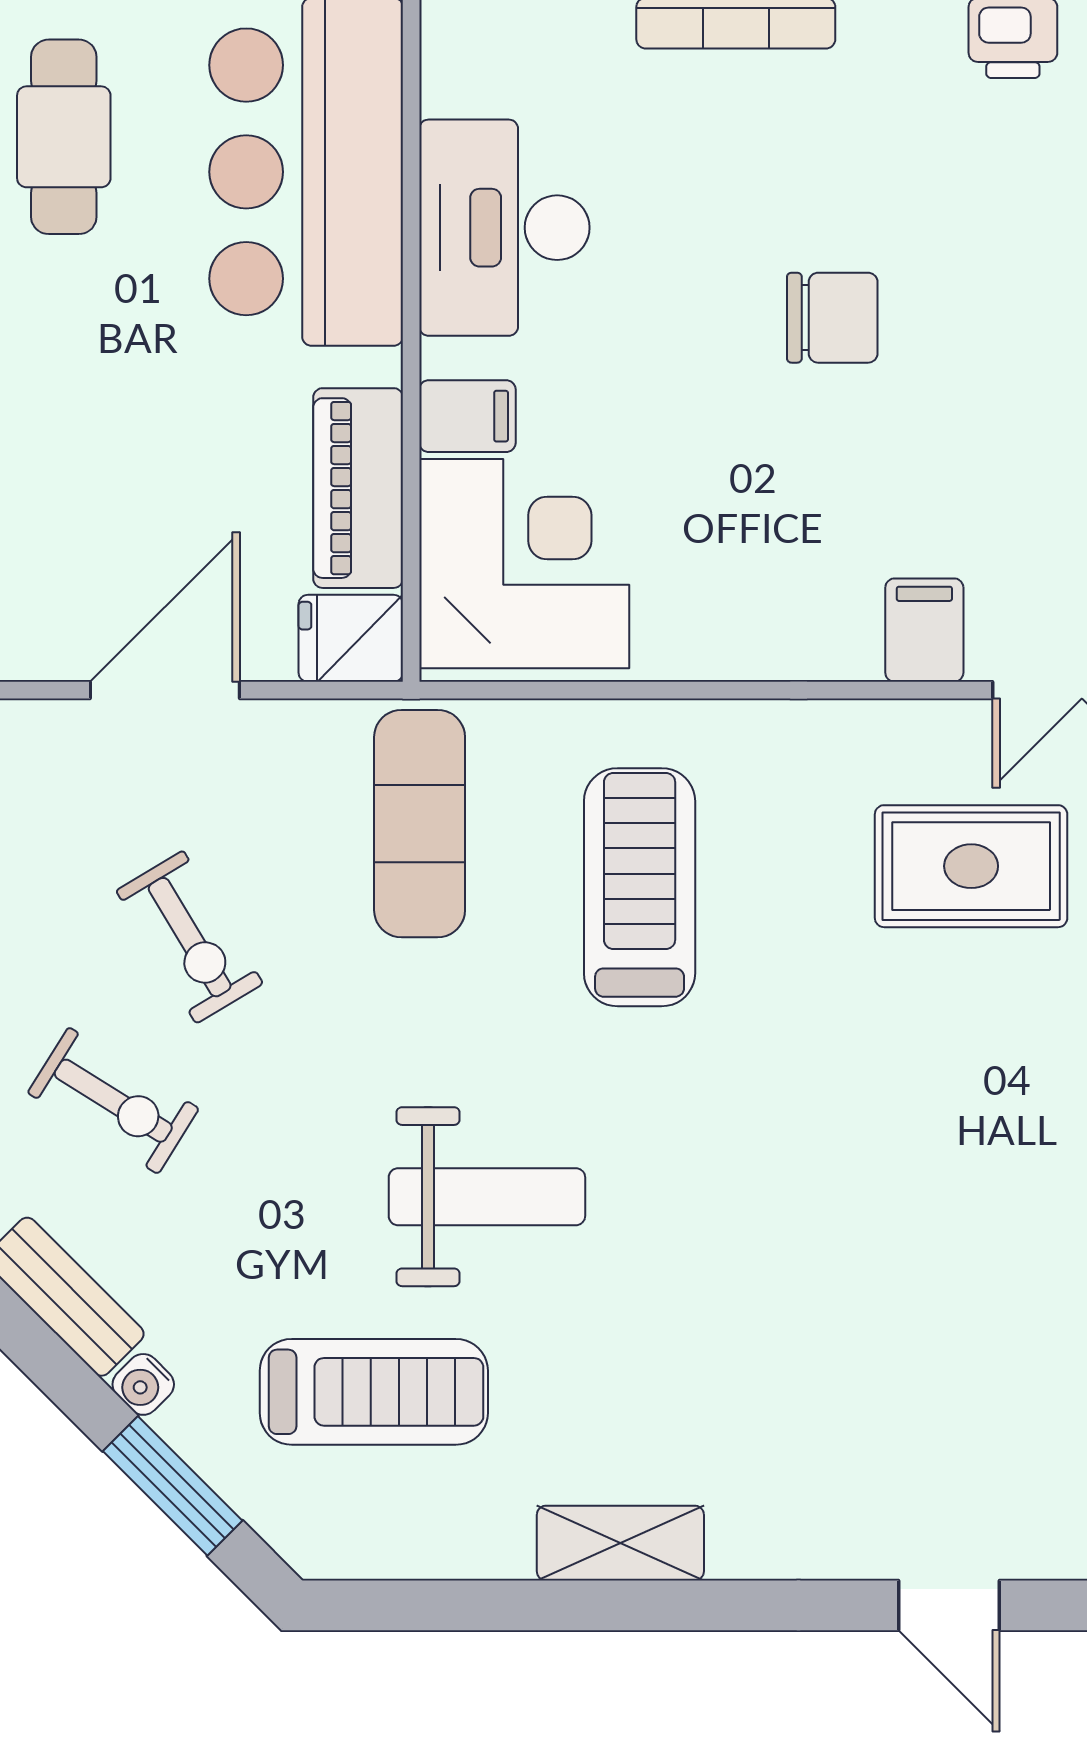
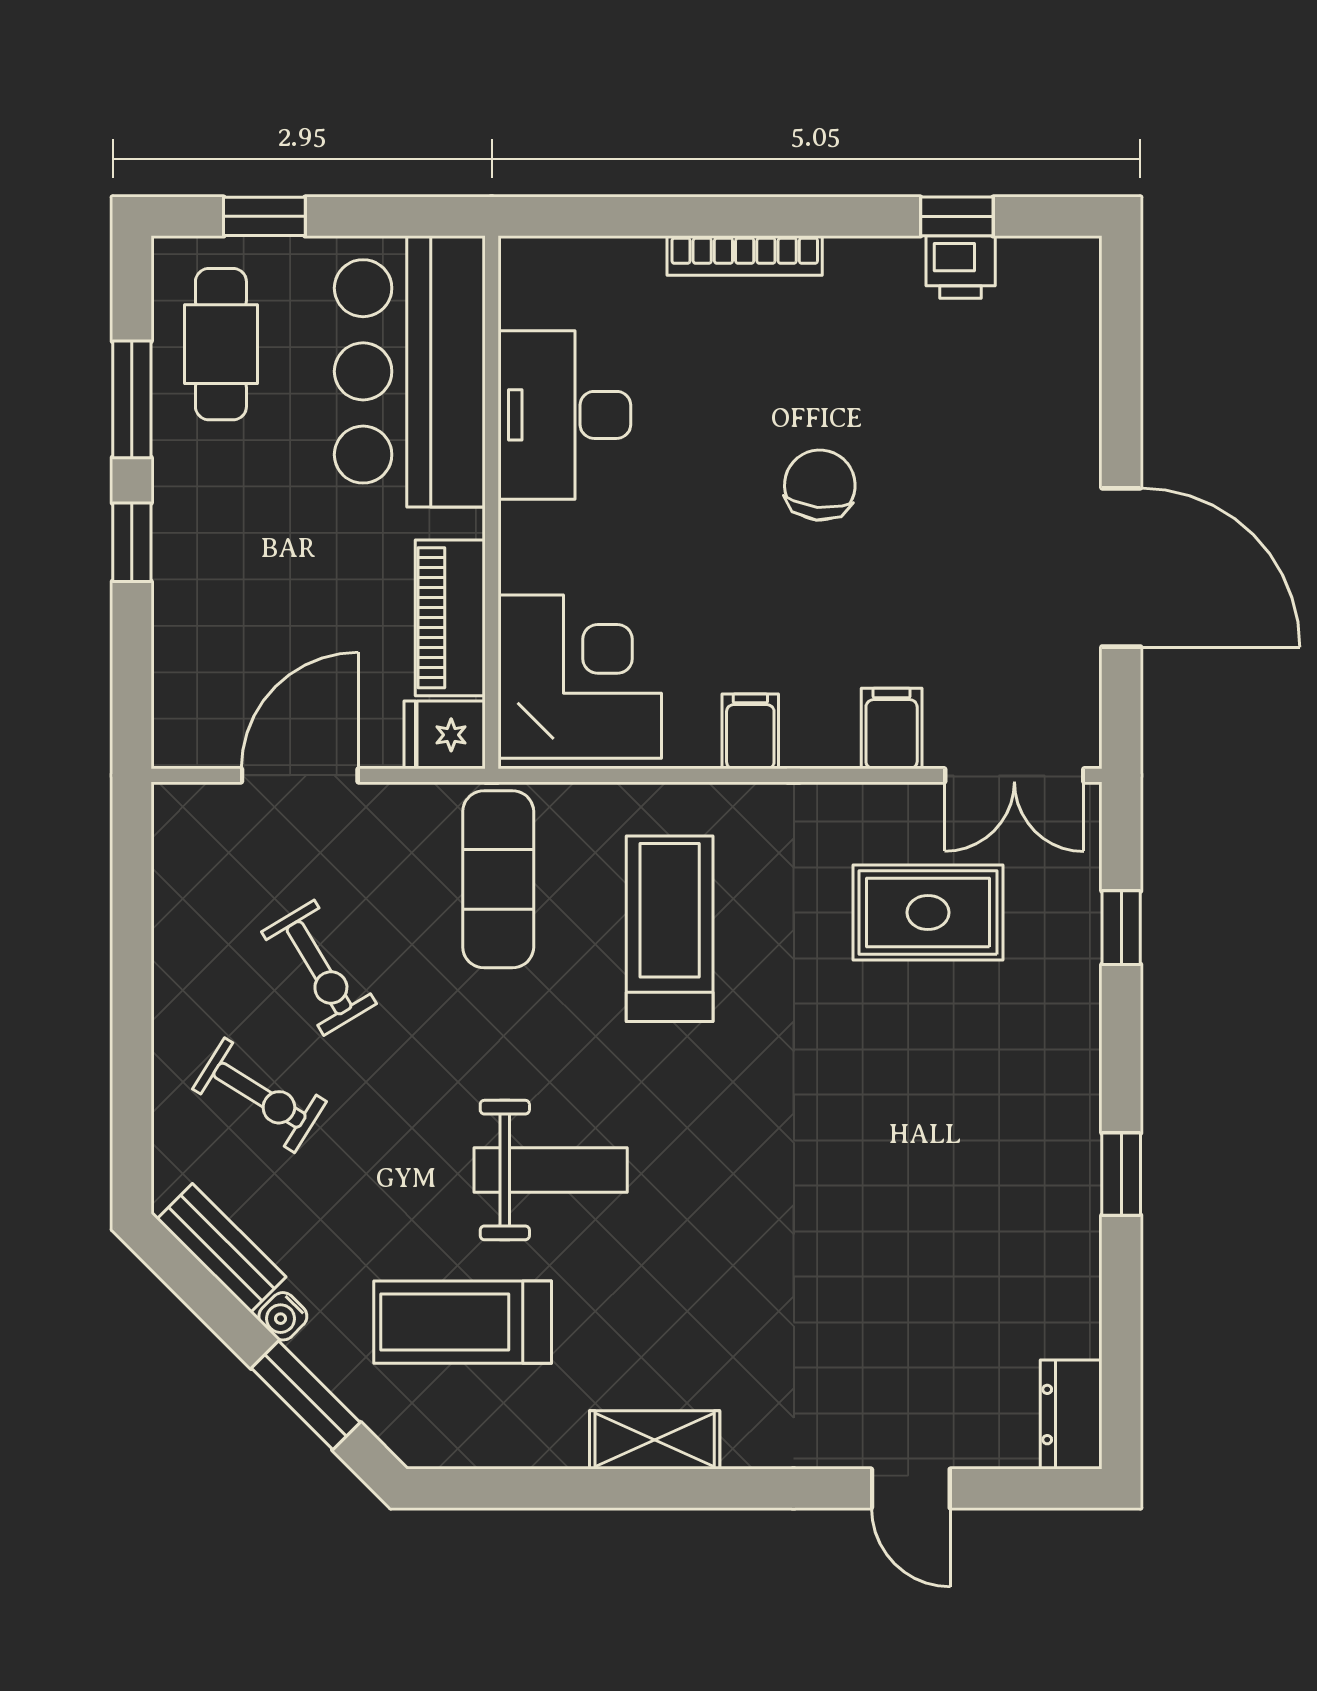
chair: (832, 318) -> (820, 485), turned -84
filing cabinet: (467, 416) -> (750, 731), moved, turned -90
treadmill: (374, 1392) -> (463, 1322), turned 180

